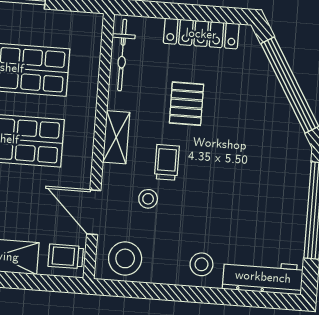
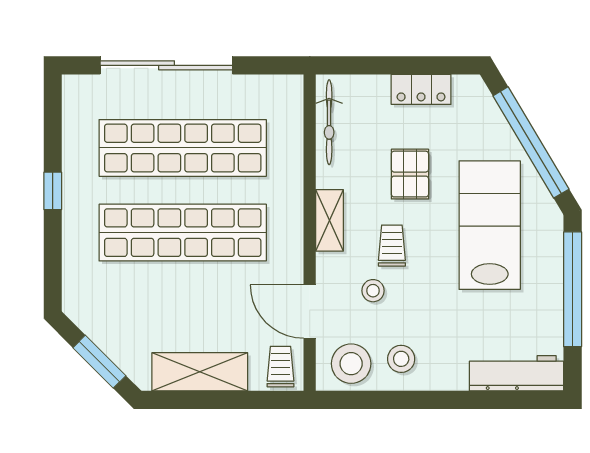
locker: (201, 34) -> (421, 89), width x0.66
lab bench: (250, 152) -> (490, 225), added
trolley: (66, 256) -> (280, 367), turned 90
stool: (201, 264) -> (401, 359), moved

